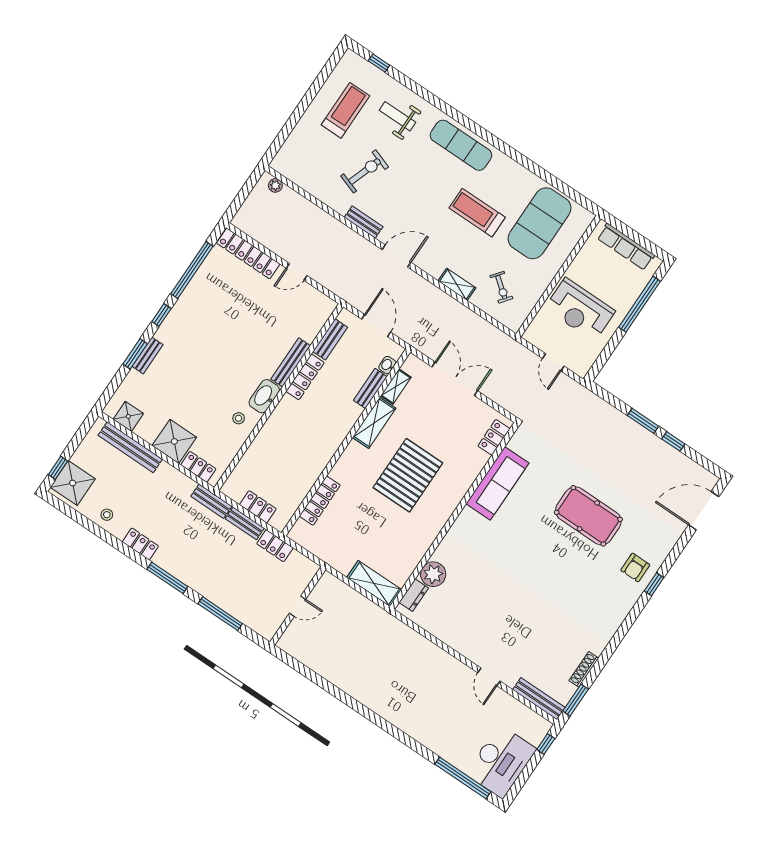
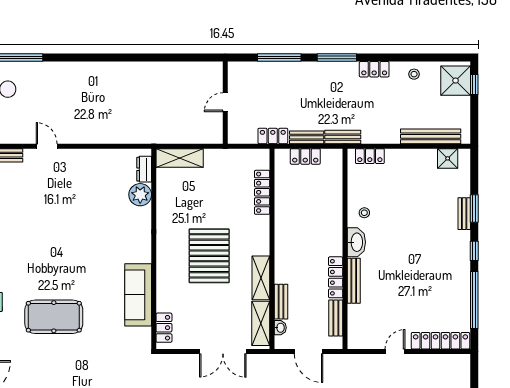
shelving: (396, 387) -> (261, 323), width x1.50, depth x1.33
shower: (174, 441) -> (401, 163), removed

